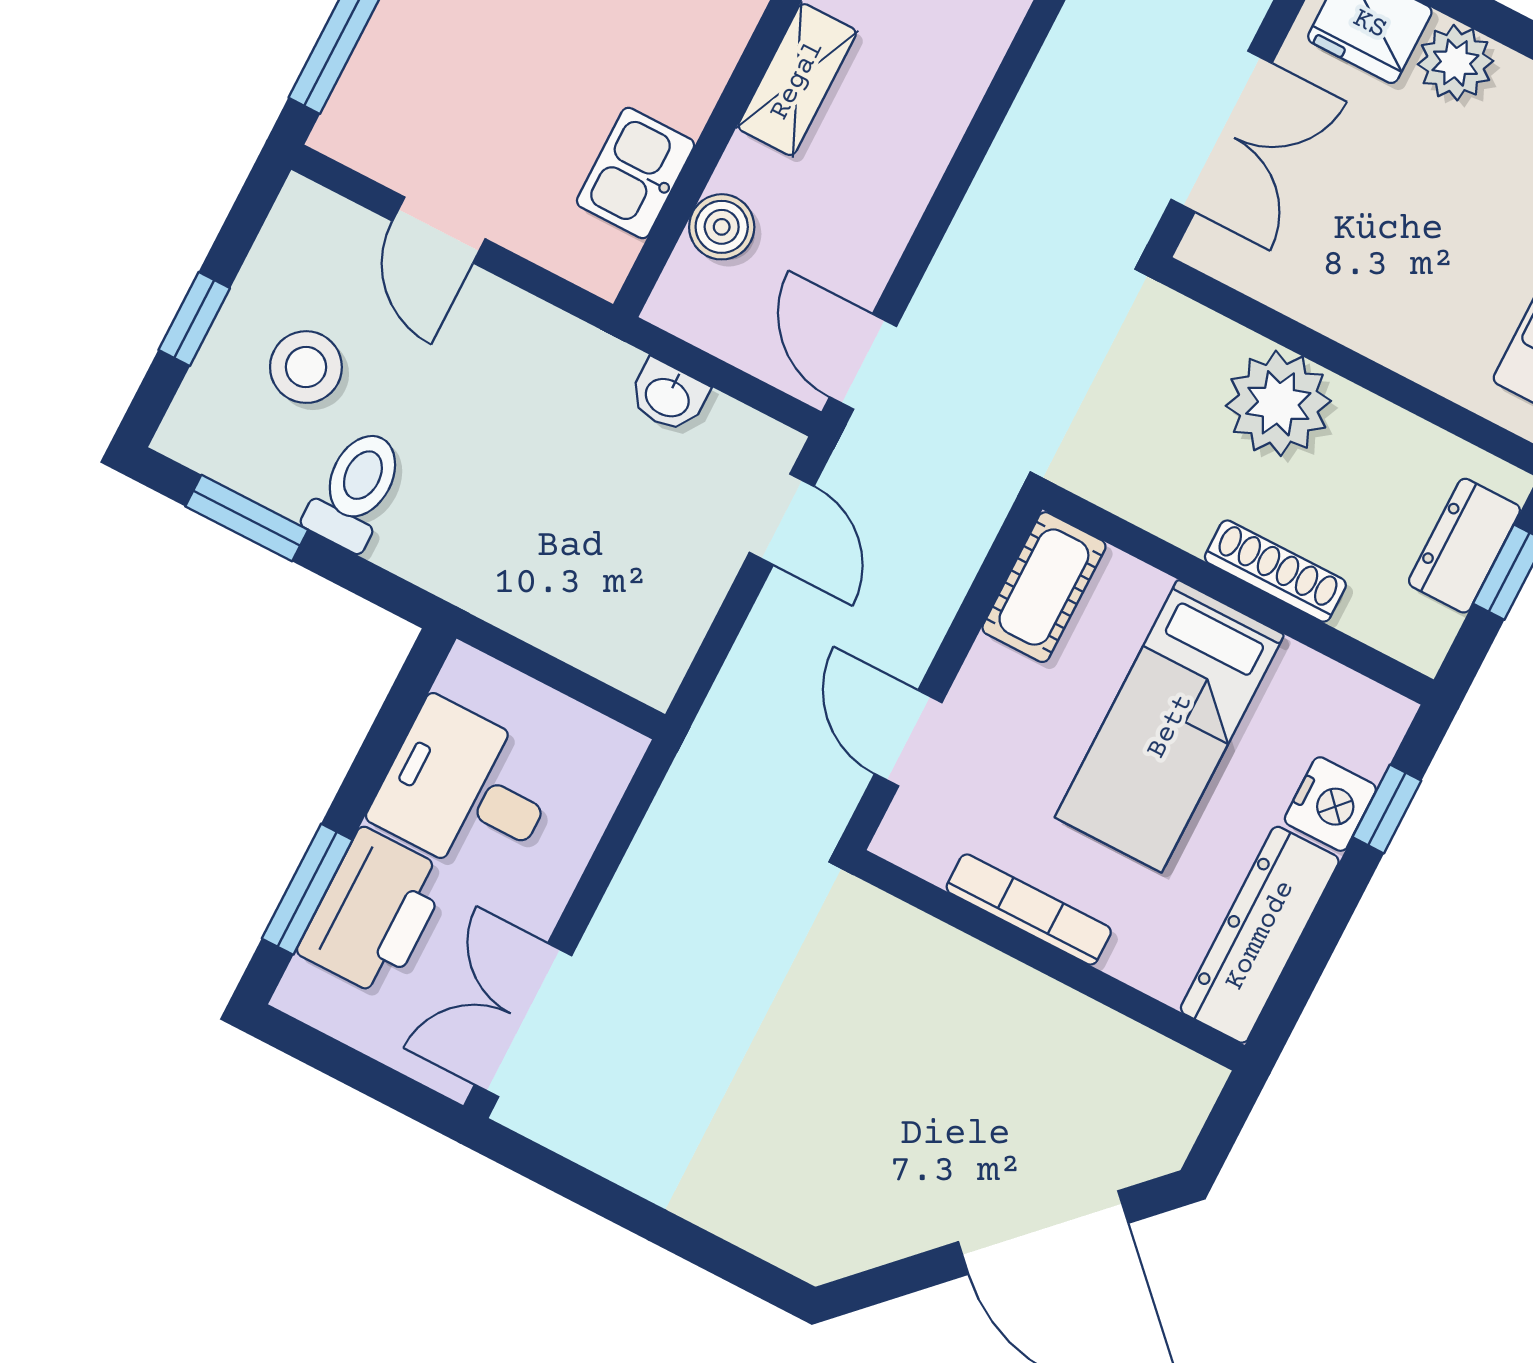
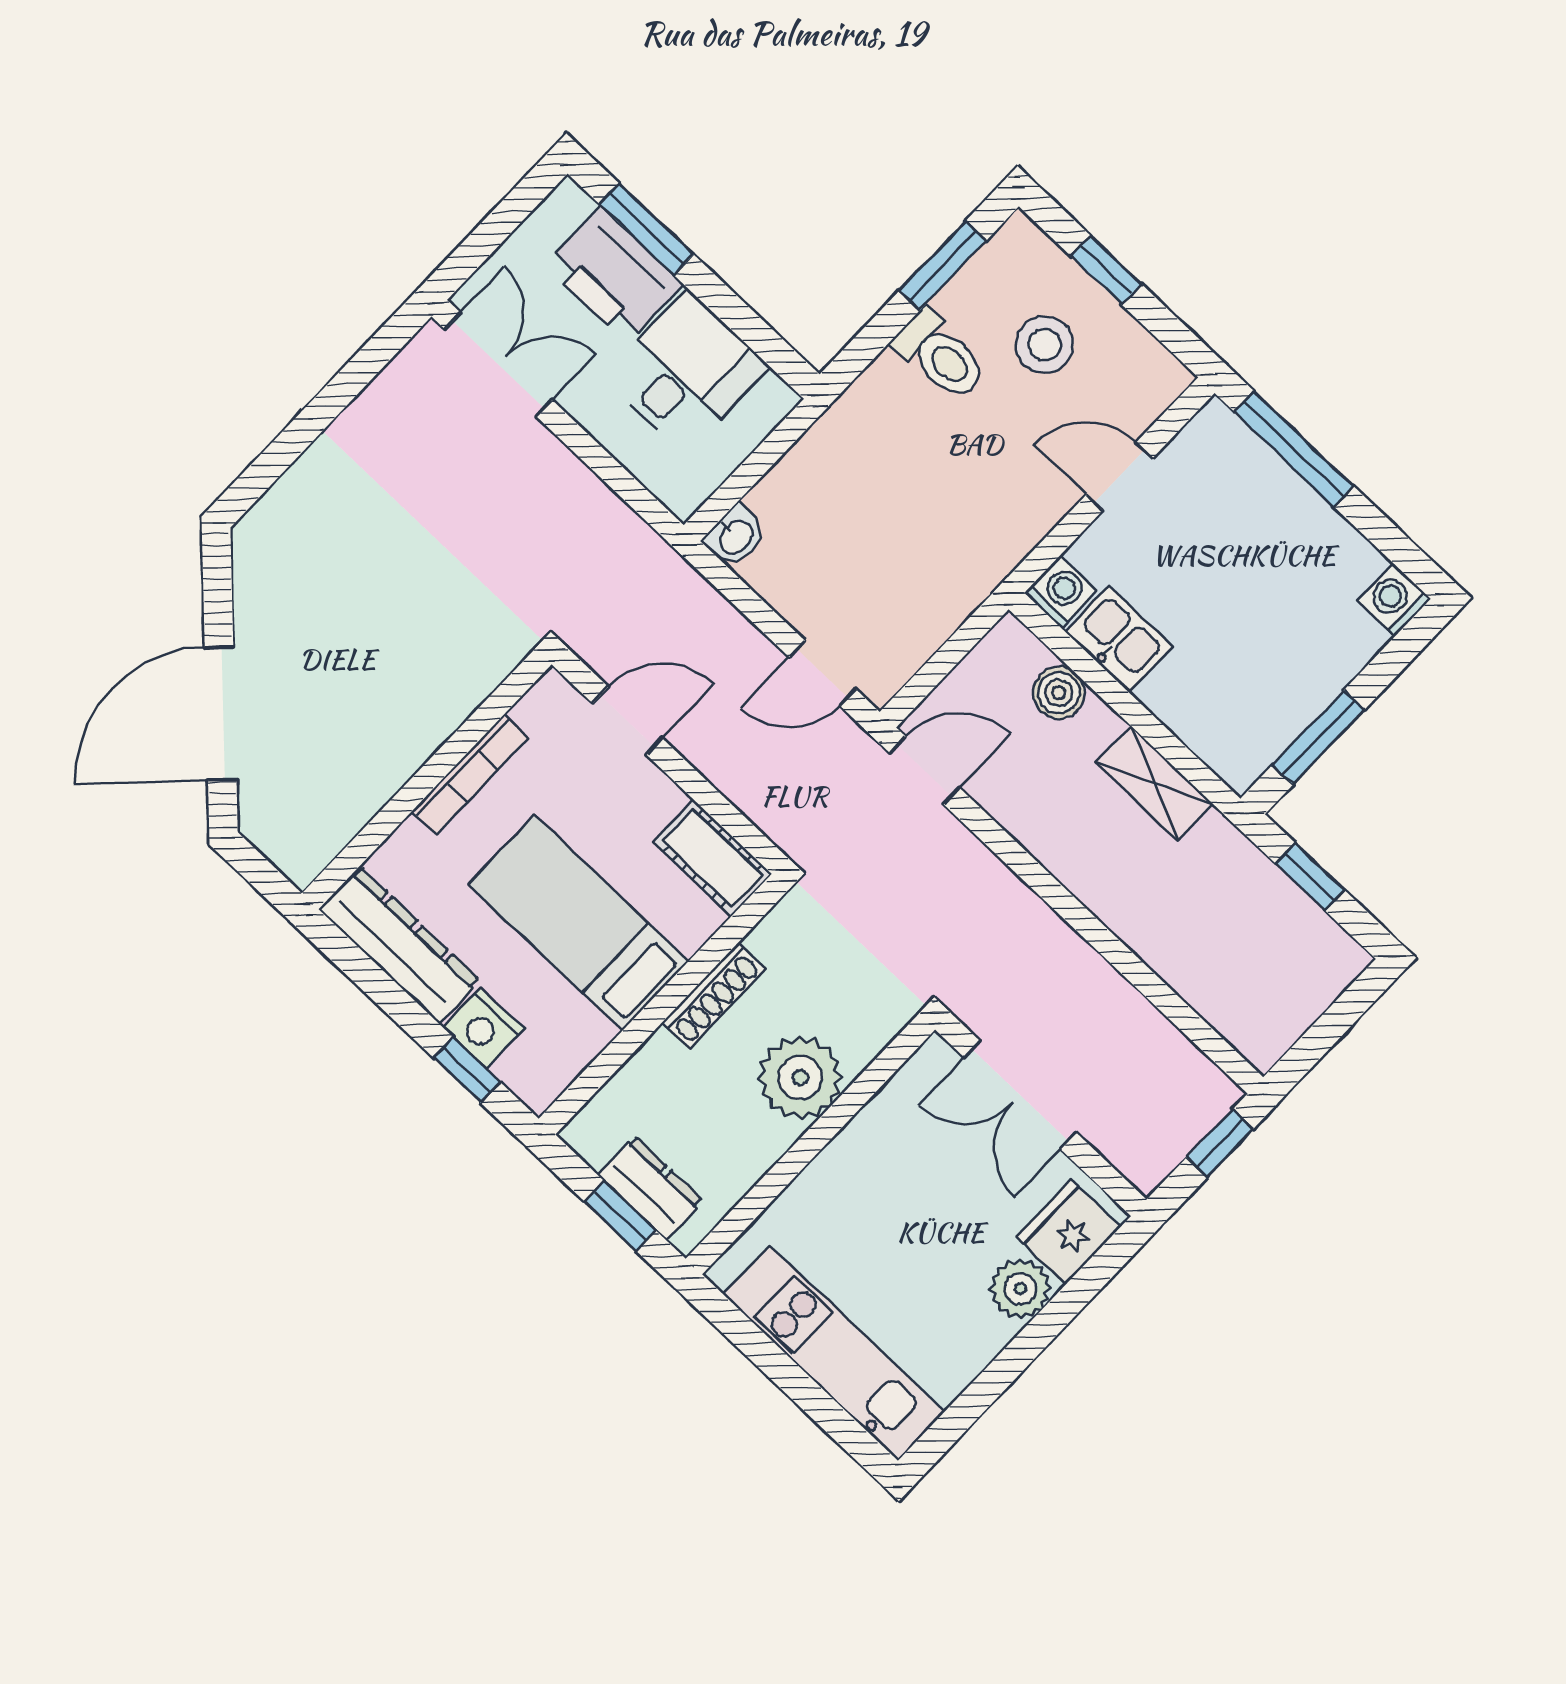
washing machine: (599, 260) -> (1061, 592), added
washbasin: (668, 396) -> (735, 536), moved, turned 180
shoe rack: (1275, 571) -> (714, 995), moved

